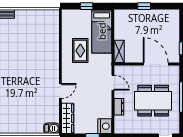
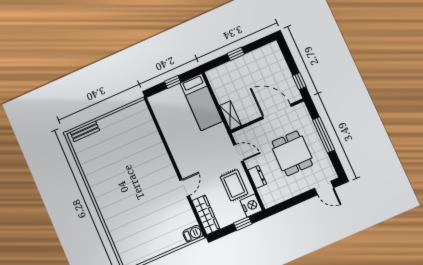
rug: (80, 51) -> (234, 185), moved
dining table: (153, 101) -> (292, 153), width x0.73

